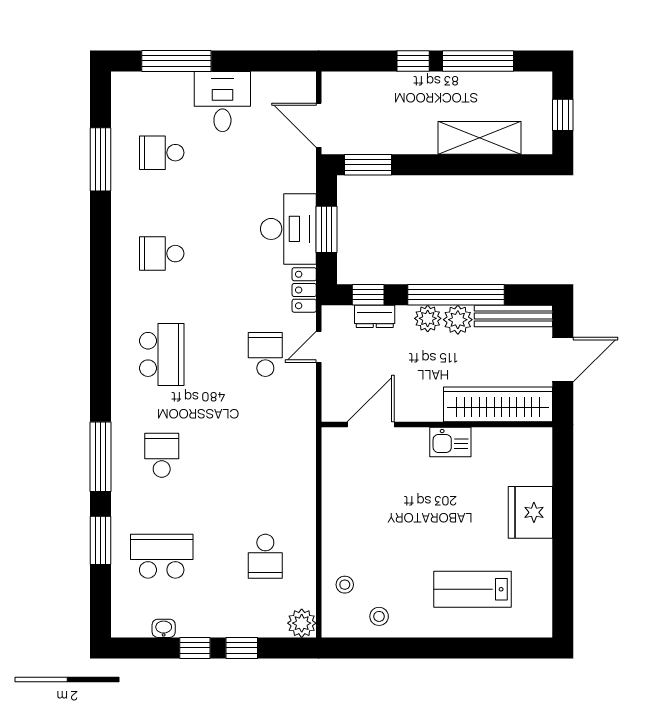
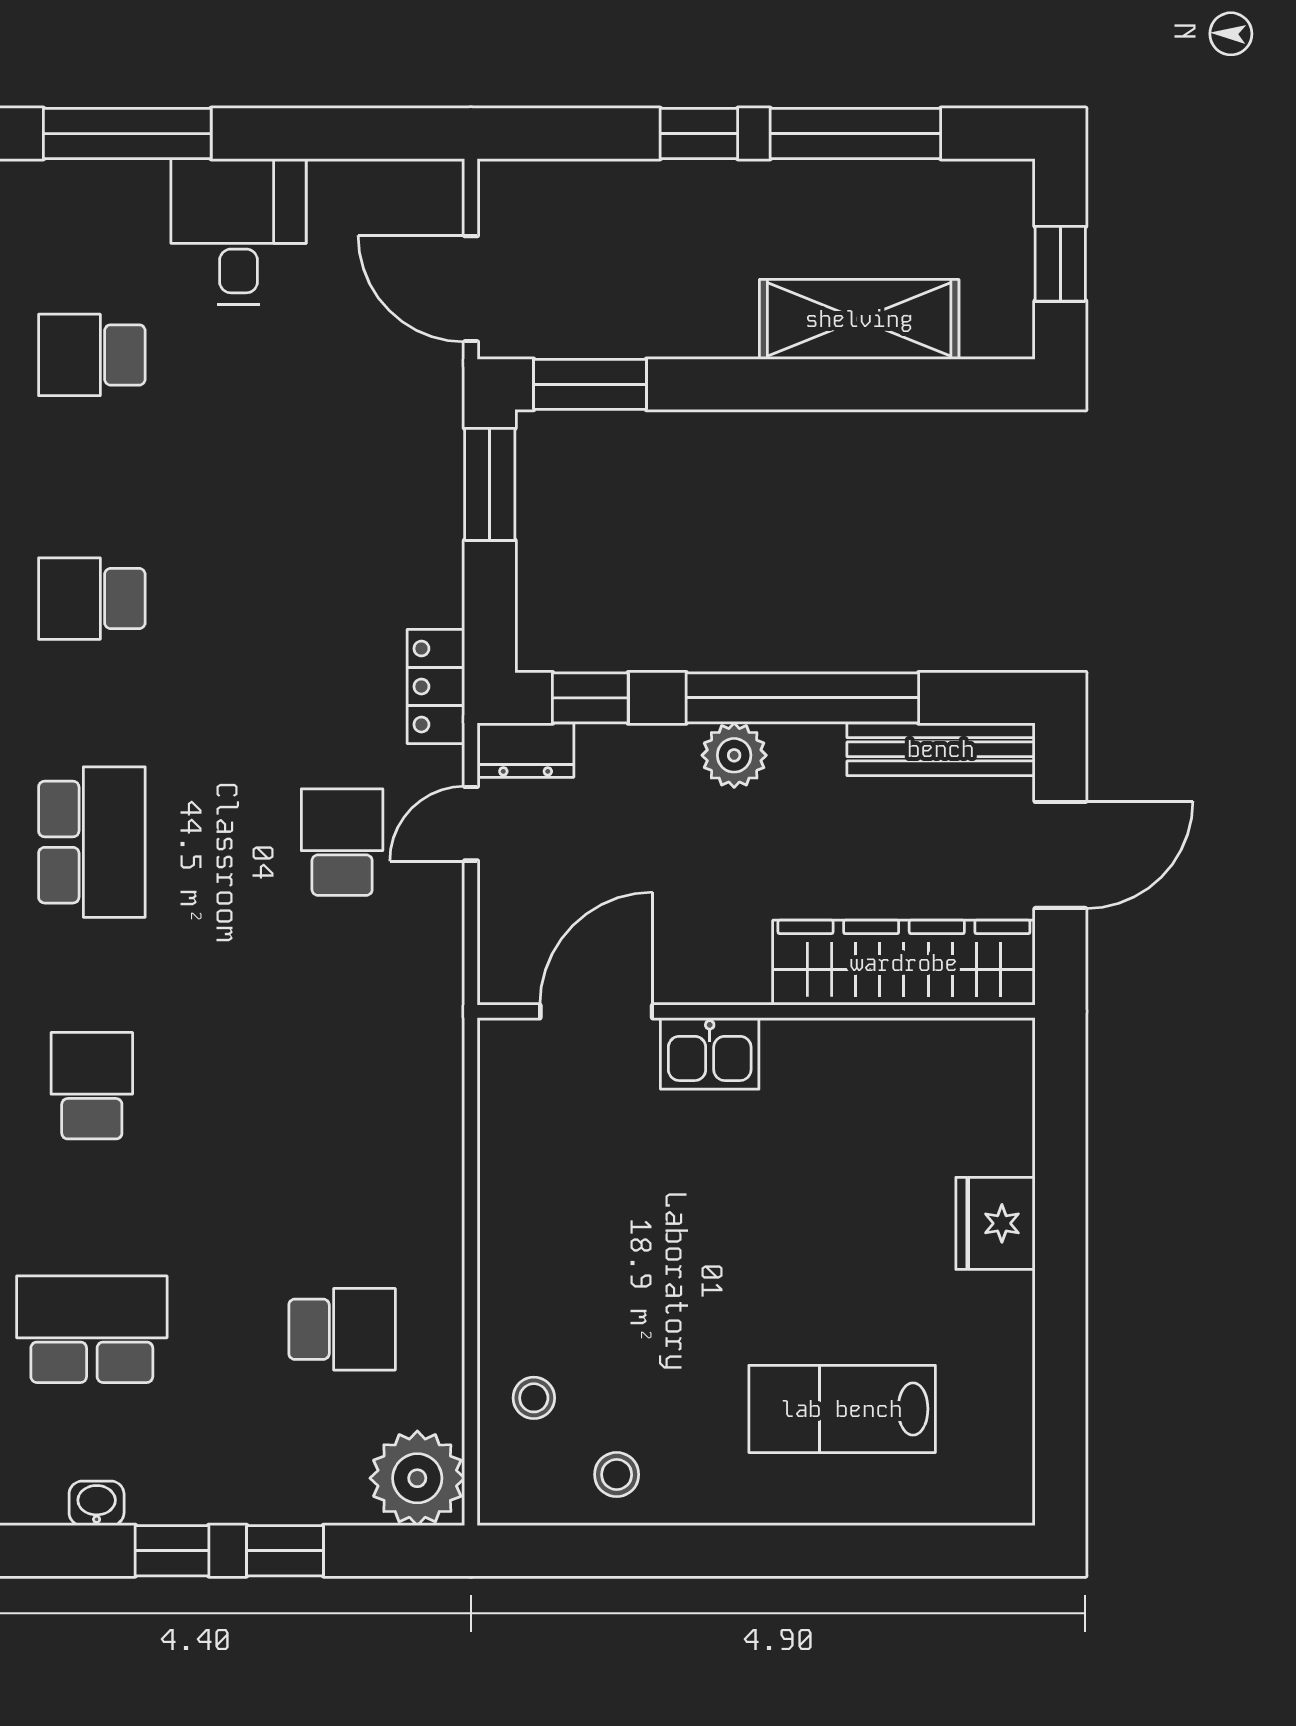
desk: (288, 229) -> (398, 539), removed
window: (326, 229) -> (490, 484), moved
dresser: (375, 316) -> (526, 750), moved
plant: (458, 320) -> (807, 758), removed
kitchen sink: (450, 442) -> (710, 1053), moved
fridge: (530, 512) -> (996, 1223), width x0.73, depth x0.75
school desk: (265, 556) -> (342, 1329), turned -90
plant: (302, 623) -> (417, 1478), width x1.36, depth x1.36

